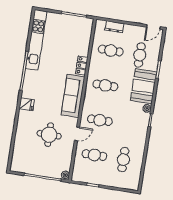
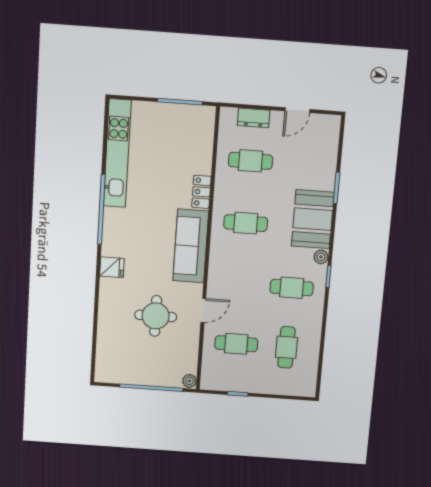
door: (153, 27) -> (297, 110), moved
cafe table: (140, 55) -> (302, 165), removed
cafe table: (100, 120) -> (292, 288), moved

